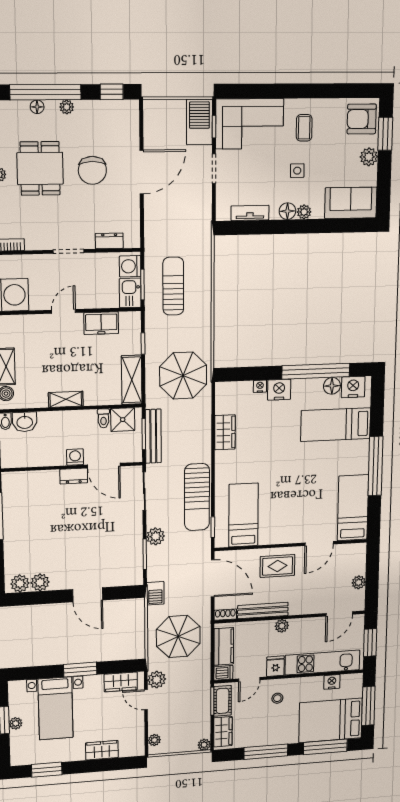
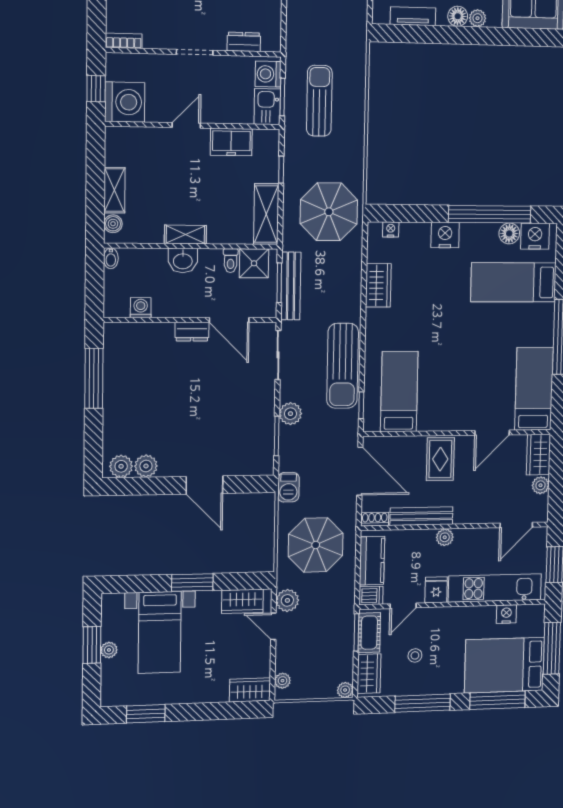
nightstand: (260, 386) -> (391, 229), moved
washbasin: (25, 422) -> (183, 261), moved
washing machine: (75, 457) -> (141, 308), moved
wardrobe: (357, 559) -> (539, 455), added
rug: (277, 566) -> (440, 459), turned 90
stool: (277, 698) -> (415, 655), moved
wardrobe: (102, 750) -> (250, 690), moved

